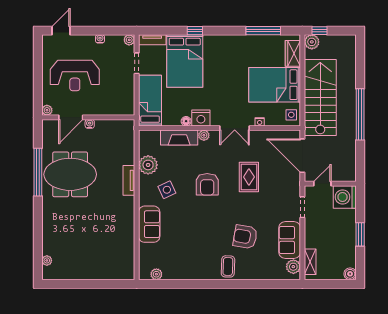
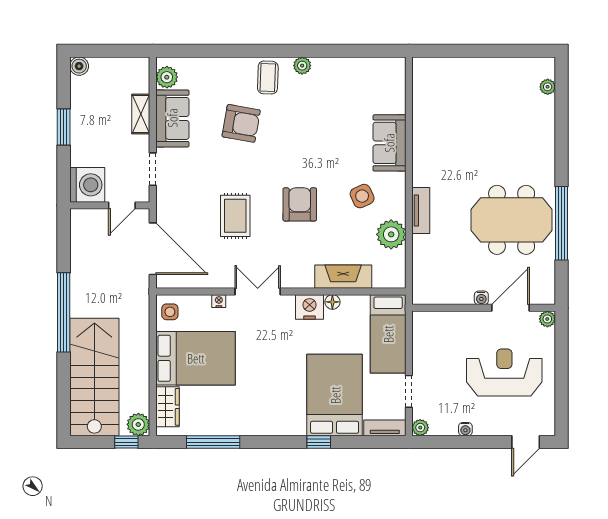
stairs: (320, 97) -> (94, 377), moved, turned 180
plant: (204, 135) -> (305, 280), removed
shelving: (310, 262) -> (141, 114), moved
plant: (156, 274) -> (302, 66), moved

